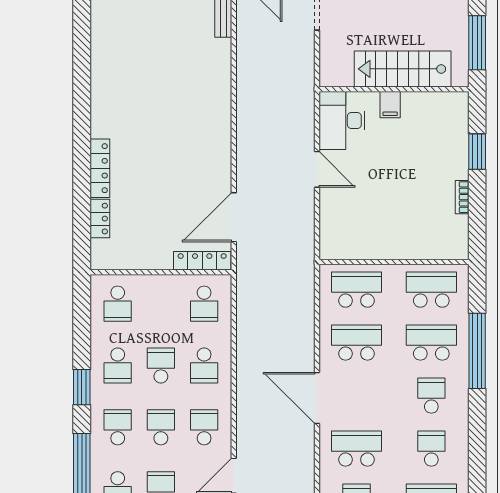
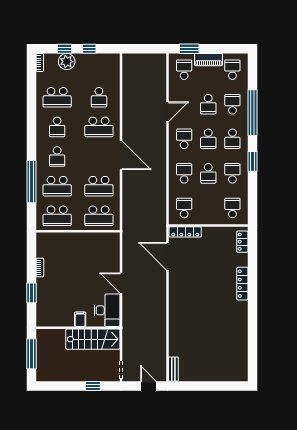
stairs: (403, 69) -> (93, 339), moved
door: (234, 217) -> (168, 256), swing flipped
locker: (100, 219) -> (242, 242), moved
school desk: (204, 427) -> (184, 139), turned 180

